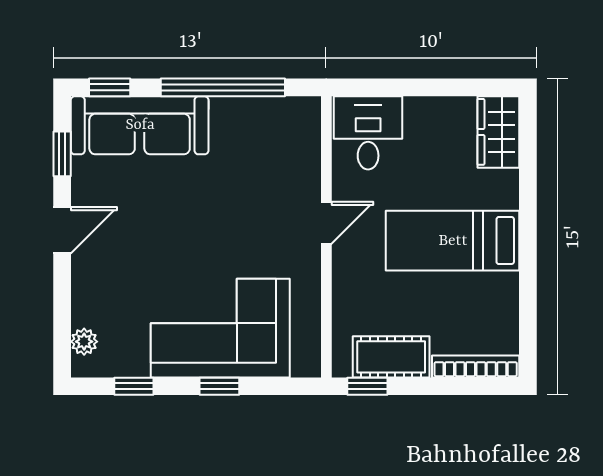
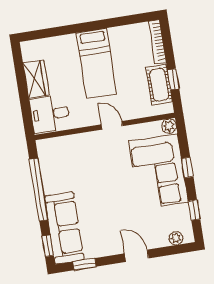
wardrobe: (498, 132) -> (36, 79), moved, turned -90
door: (326, 223) -> (112, 125), moved
door: (62, 230) -> (137, 256), moved
plant: (307, 363) -> (169, 126), added
window: (367, 386) -> (173, 79), moved

